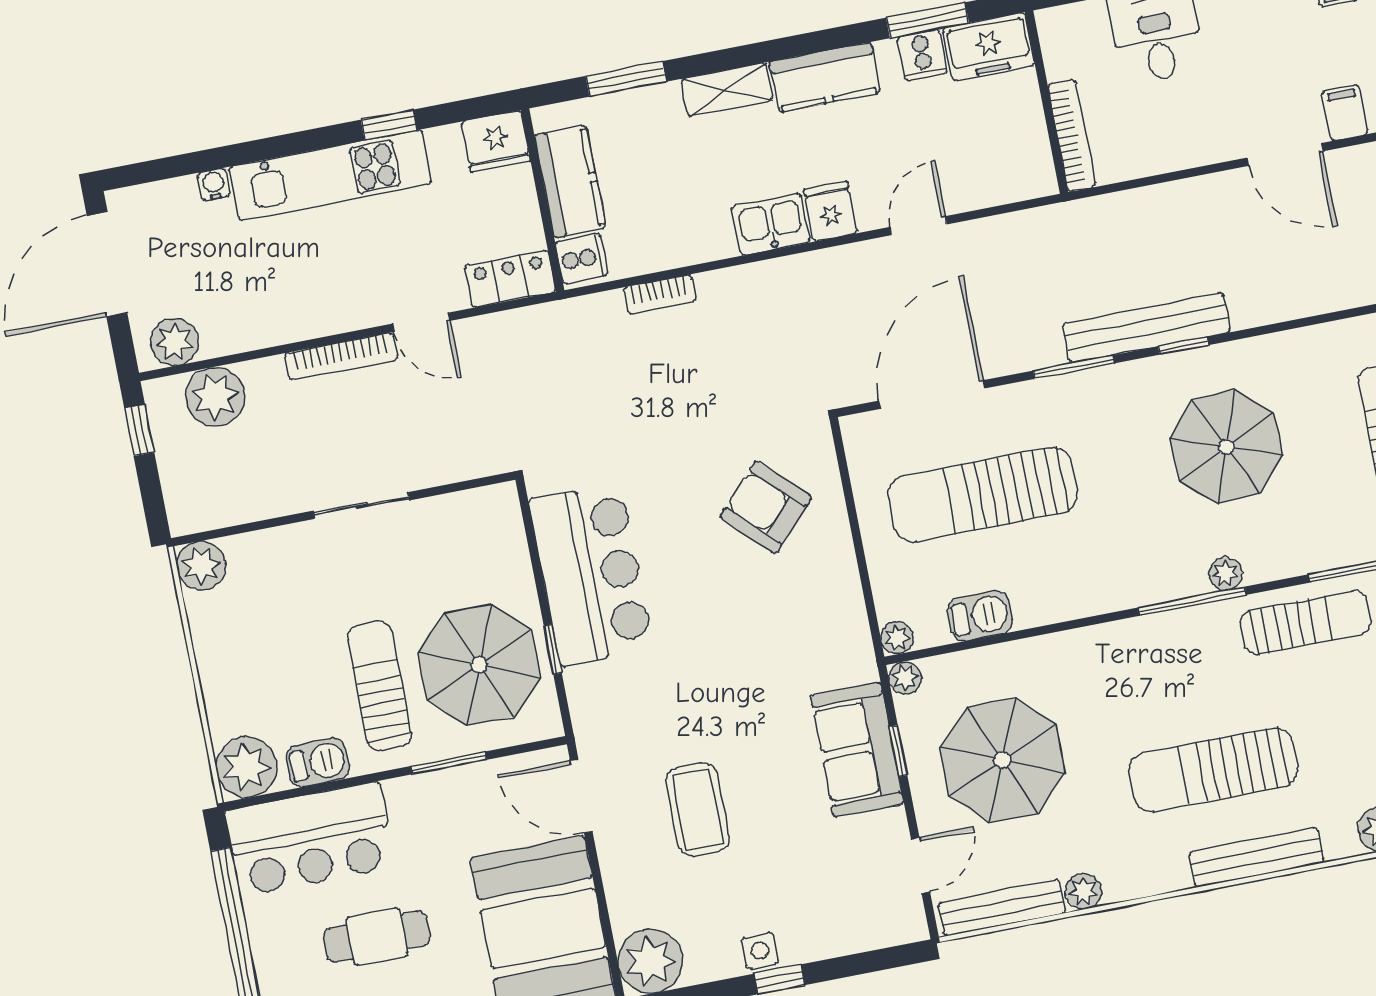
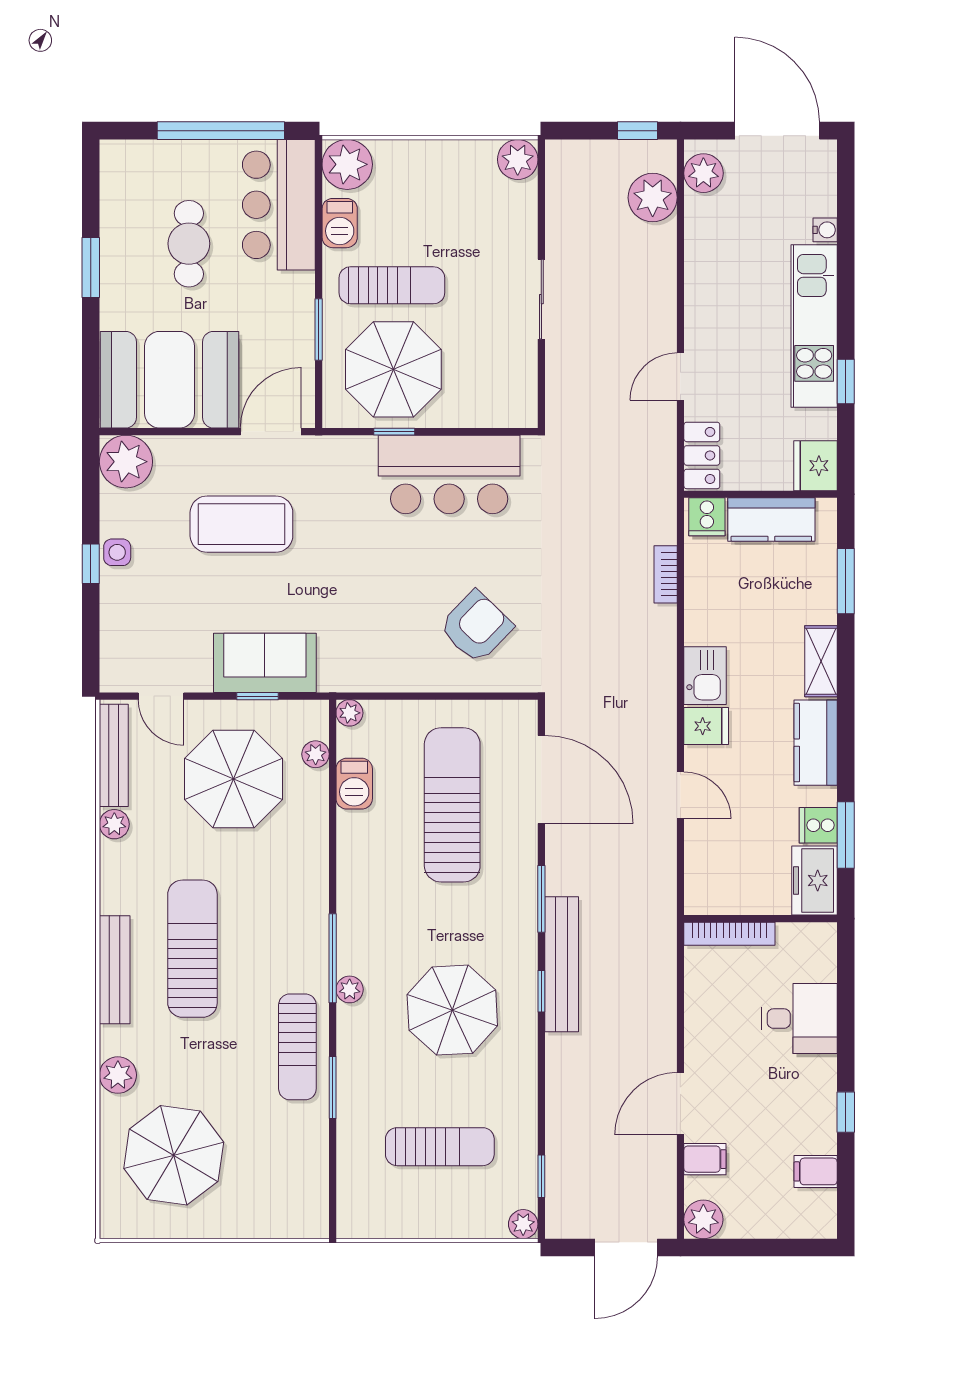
bookcase: (341, 356) -> (665, 306), removed
plant: (905, 678) -> (316, 754), moved
coffee table: (698, 810) -> (241, 524), width x1.36, depth x1.32

